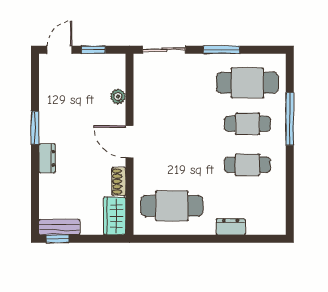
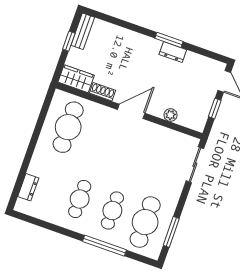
window: (221, 50) -> (171, 232), moved
dresser: (47, 158) -> (173, 52), moved
dresser: (231, 227) -> (28, 187), moved
window: (58, 239) -> (69, 41), moved

